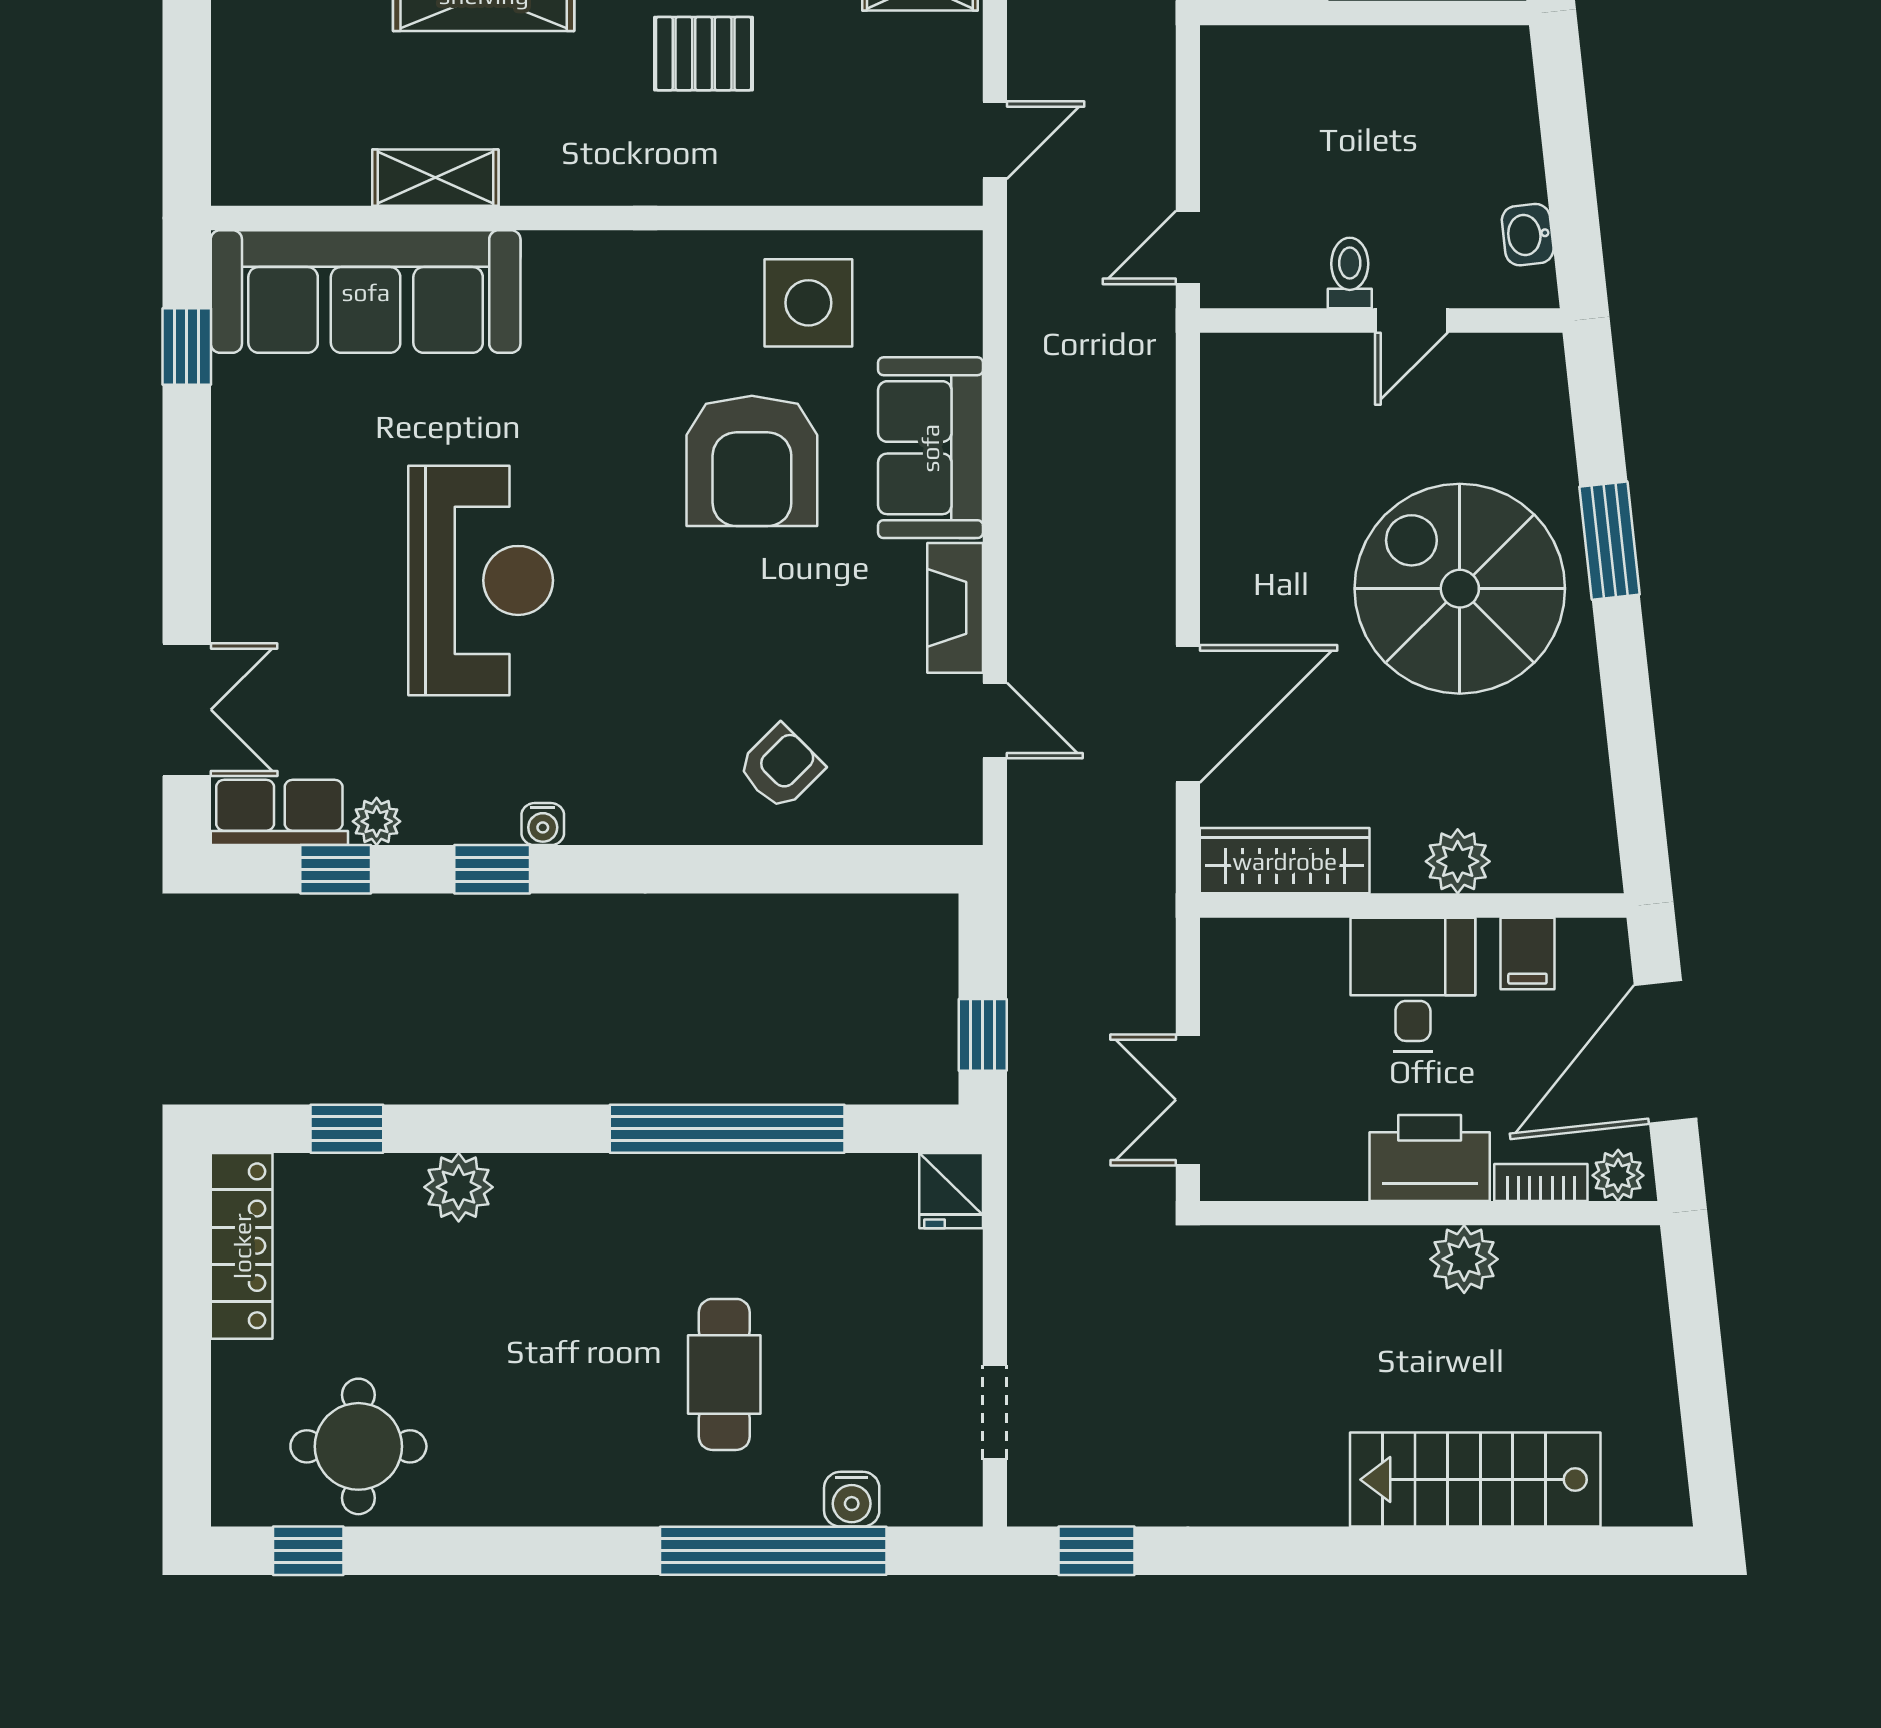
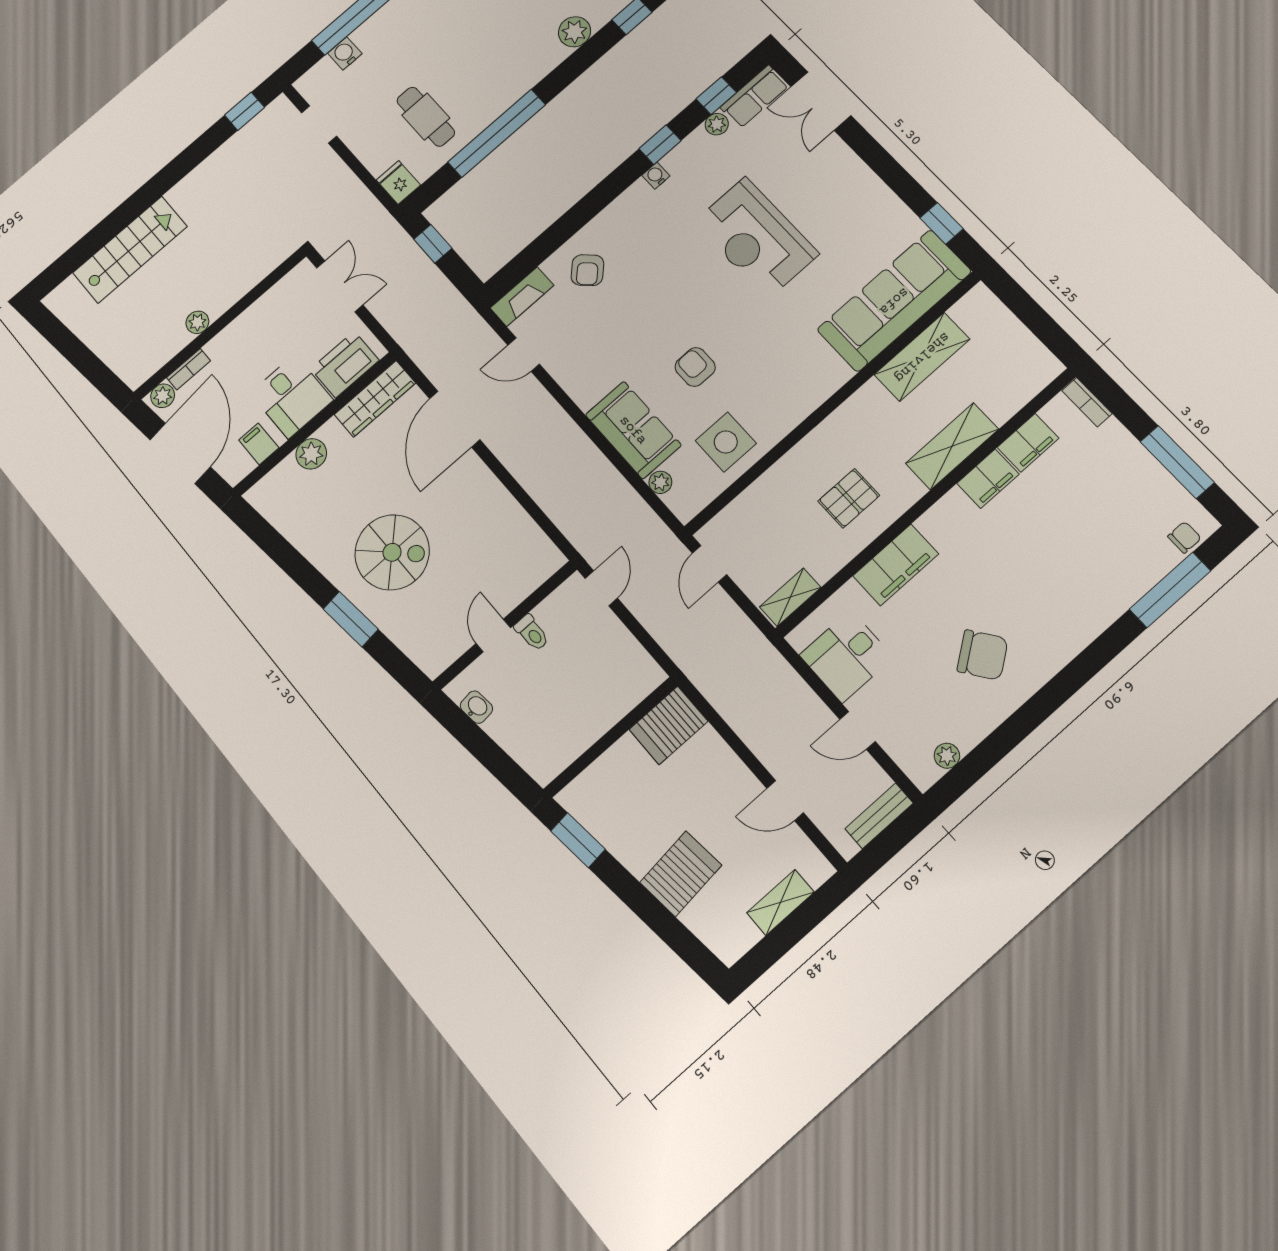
shelving: (435, 178) -> (922, 357), width x1.50, depth x1.33
plant: (960, 329) -> (660, 482), added
armchair: (752, 461) -> (695, 367), width x0.53, depth x0.53
spiral stairs: (1460, 589) -> (392, 552), width x0.73, depth x0.73
fireplace: (955, 608) -> (522, 297), moved, turned 90
printer: (1430, 1158) -> (345, 365), moved, turned 180
plant: (1464, 1259) -> (197, 322), width x0.73, depth x0.73
cafe table: (724, 1374) -> (426, 117), moved

